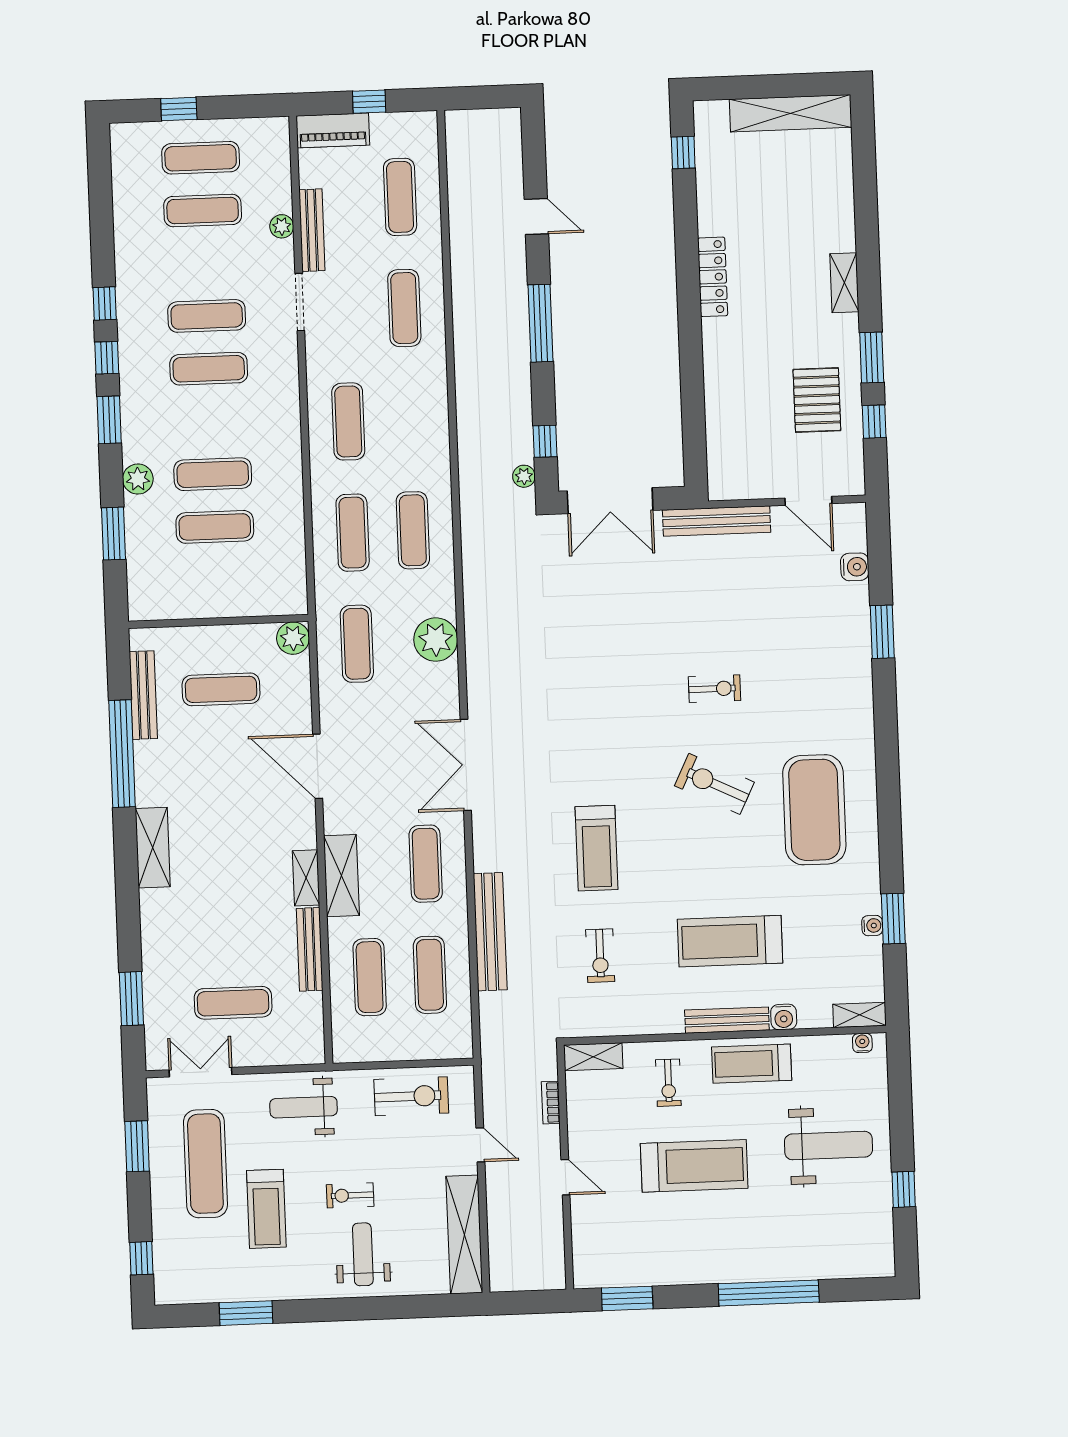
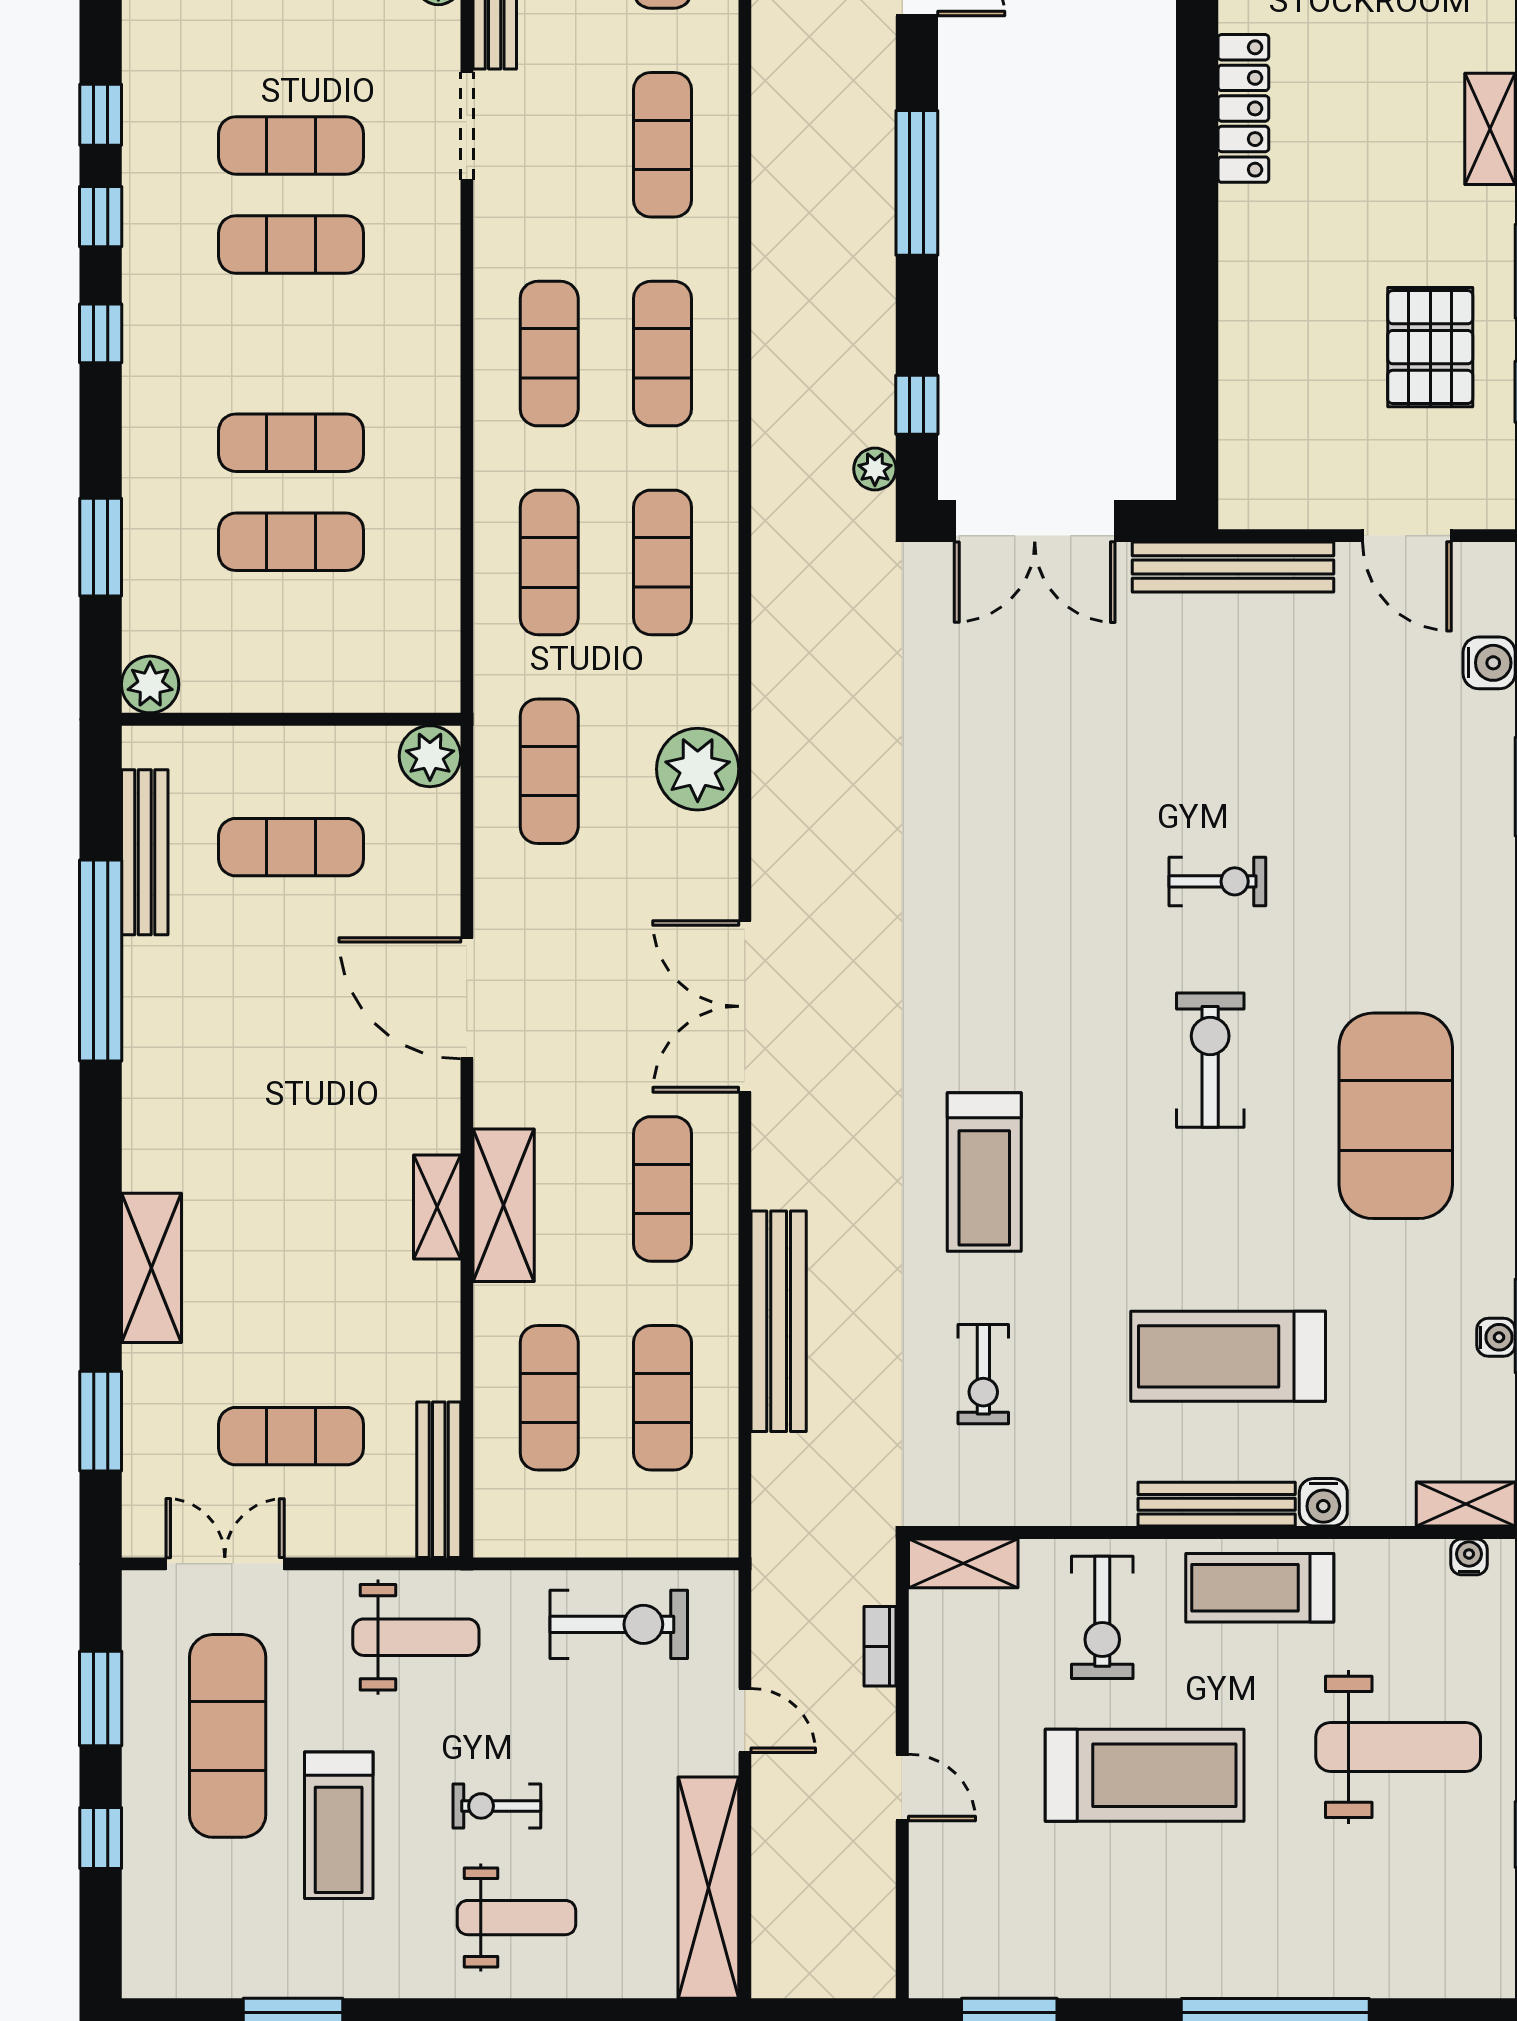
exercise mat: (409, 419) -> (662, 354), added
window: (109, 420) -> (101, 333), width x0.67
plant: (138, 479) -> (150, 684), moved
exercise bike: (714, 784) -> (1210, 1060), turned 64
shelving: (153, 848) -> (152, 1268), moved
bench: (310, 949) -> (439, 1480), moved
exercise bike: (668, 1083) -> (1102, 1617), width x1.38, depth x1.39
weight bench: (304, 1107) -> (416, 1637), turned 180
weight bench: (363, 1254) -> (516, 1918), turned 90
window: (141, 1258) -> (101, 1838), moved

